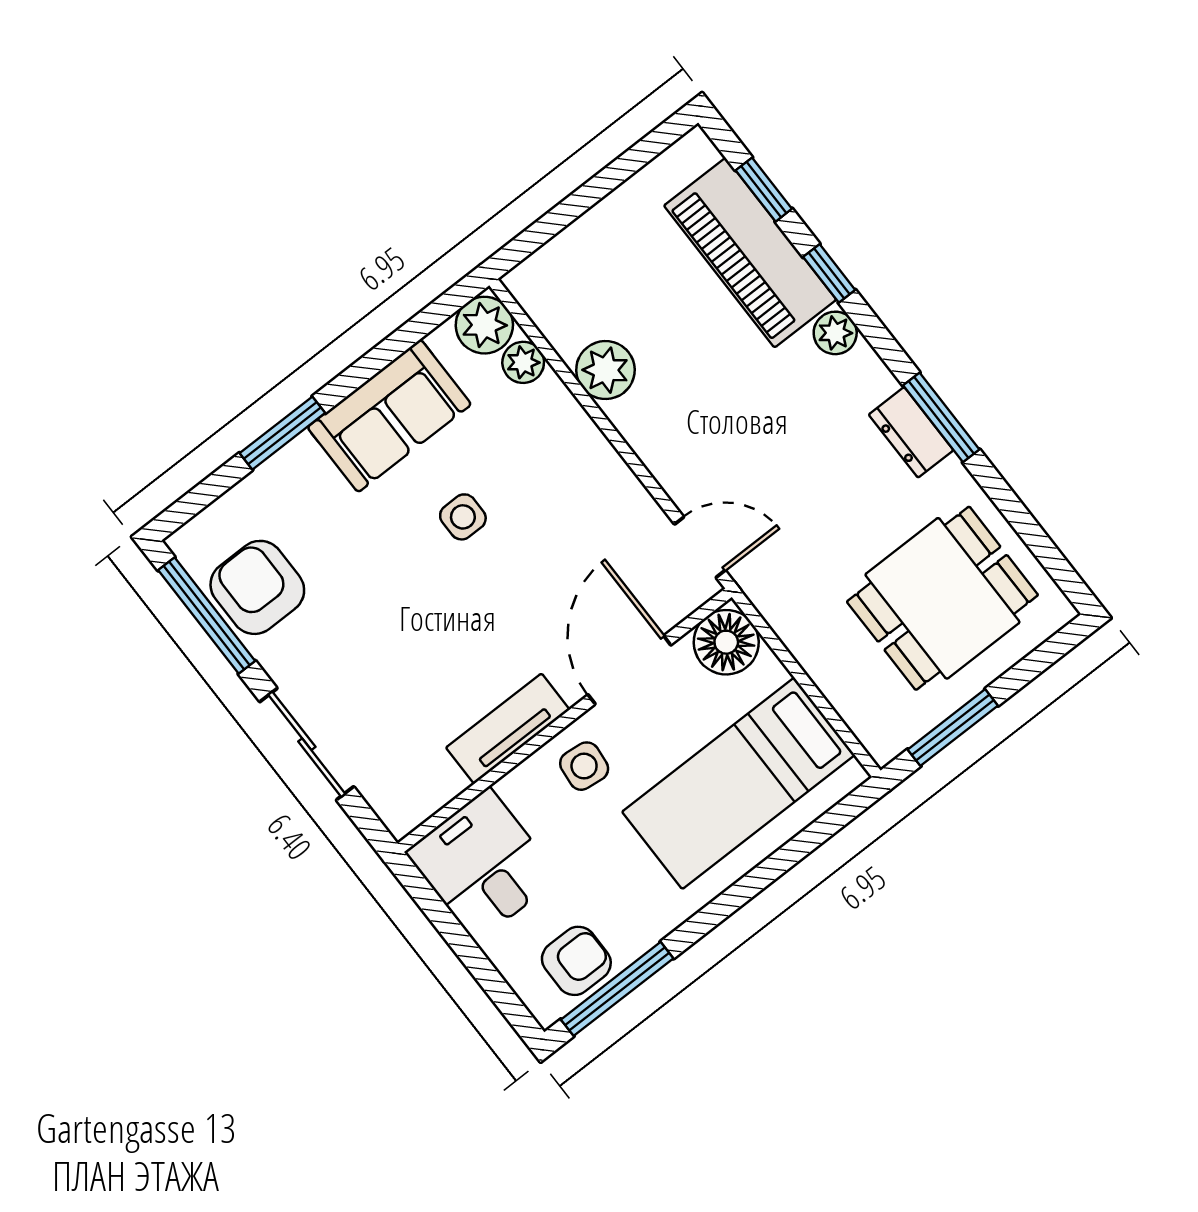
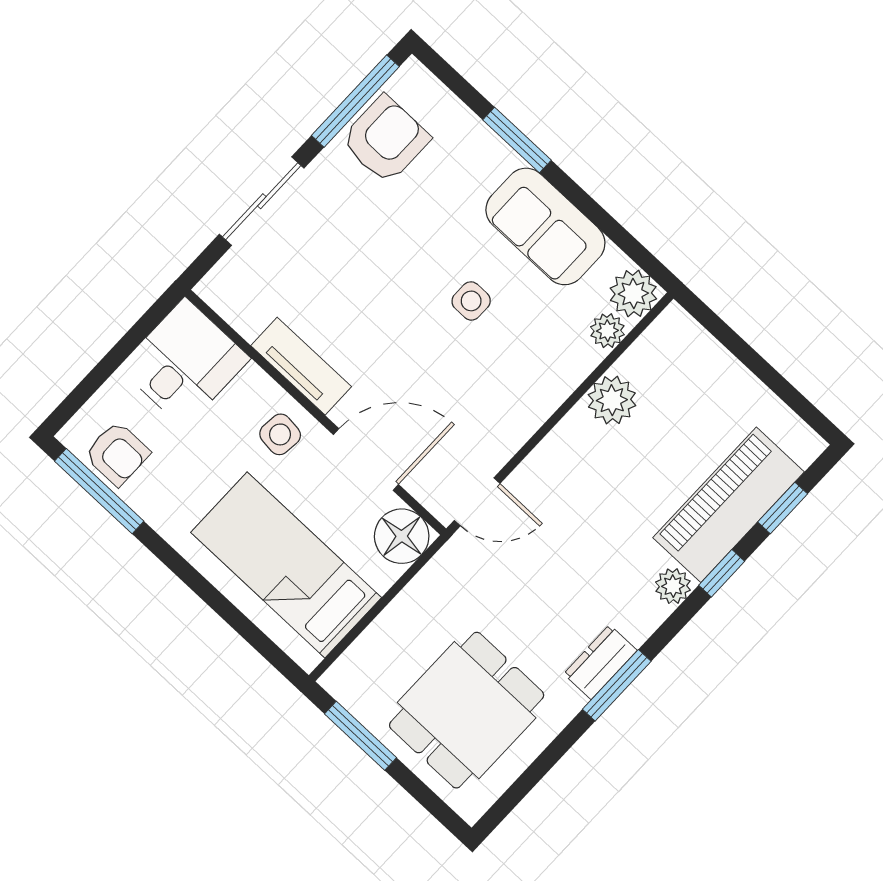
door: (700, 547) -> (477, 502), hinge flipped
dining table: (942, 598) -> (467, 710), turned 90

